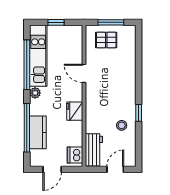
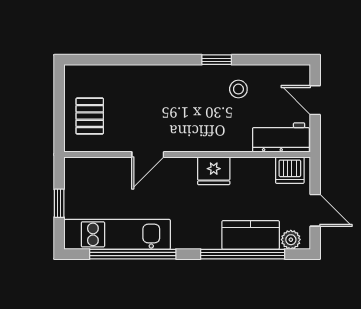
window: (111, 22) -> (59, 108), removed
plant: (35, 93) -> (291, 240), moved

